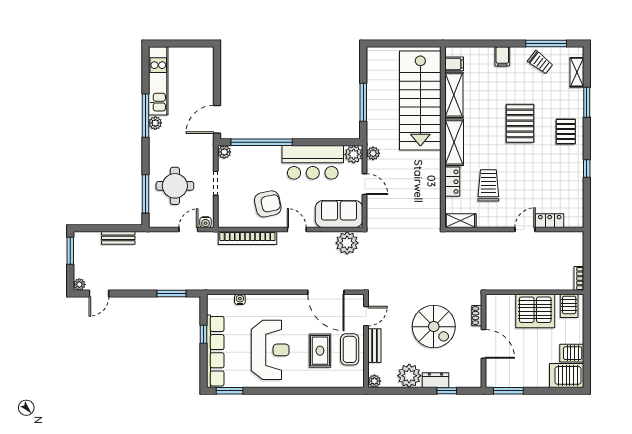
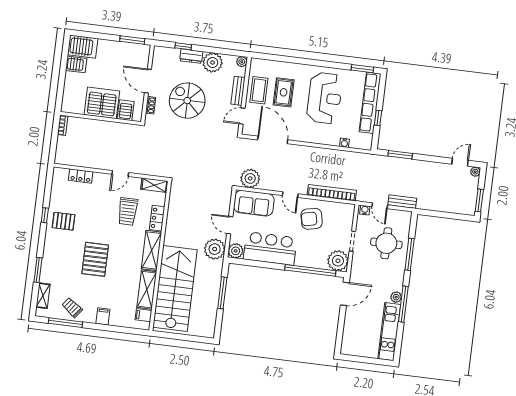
pallet: (566, 131) -> (64, 221), moved, turned 90
plant: (224, 152) -> (338, 261), width x1.88, depth x1.88
plant: (373, 153) -> (215, 249), width x1.88, depth x1.88
window: (146, 194) -> (410, 254), moved
door: (188, 230) -> (380, 206), hinge flipped
door: (525, 230) -> (120, 173), moved
bench: (118, 238) -> (402, 202), moved
server rack: (569, 306) -> (126, 110), moved
reception desk: (270, 350) -> (325, 98), turned 180

